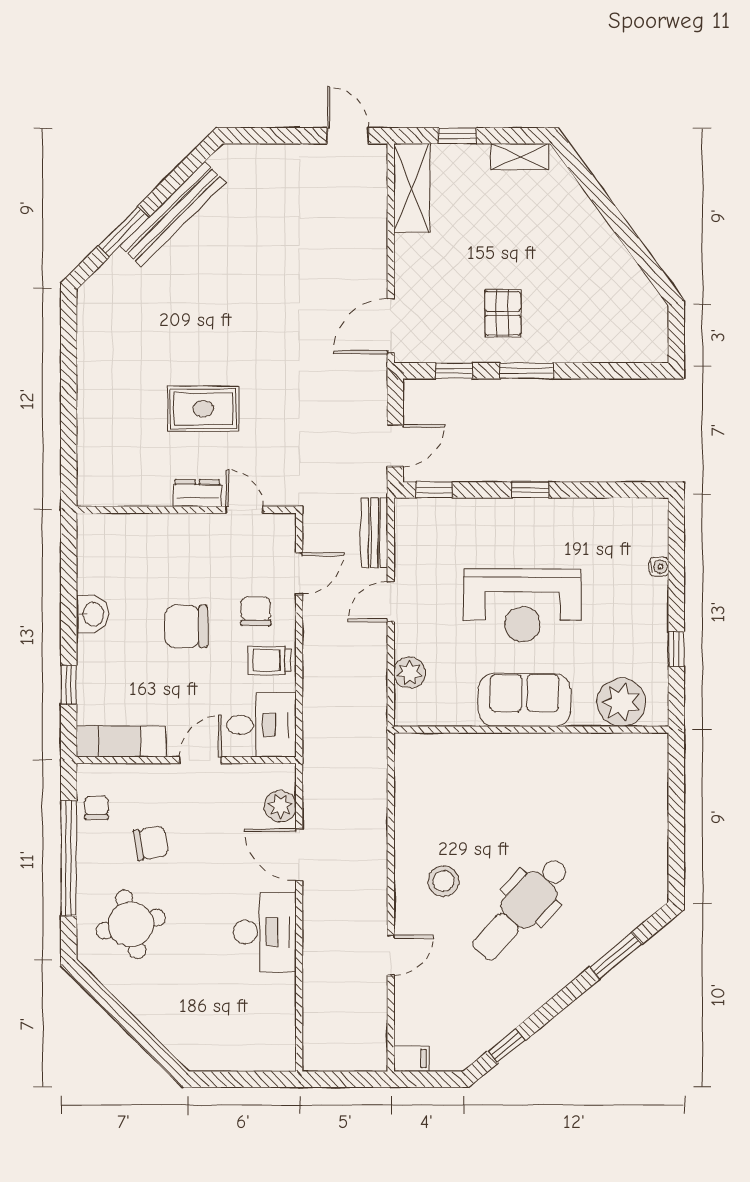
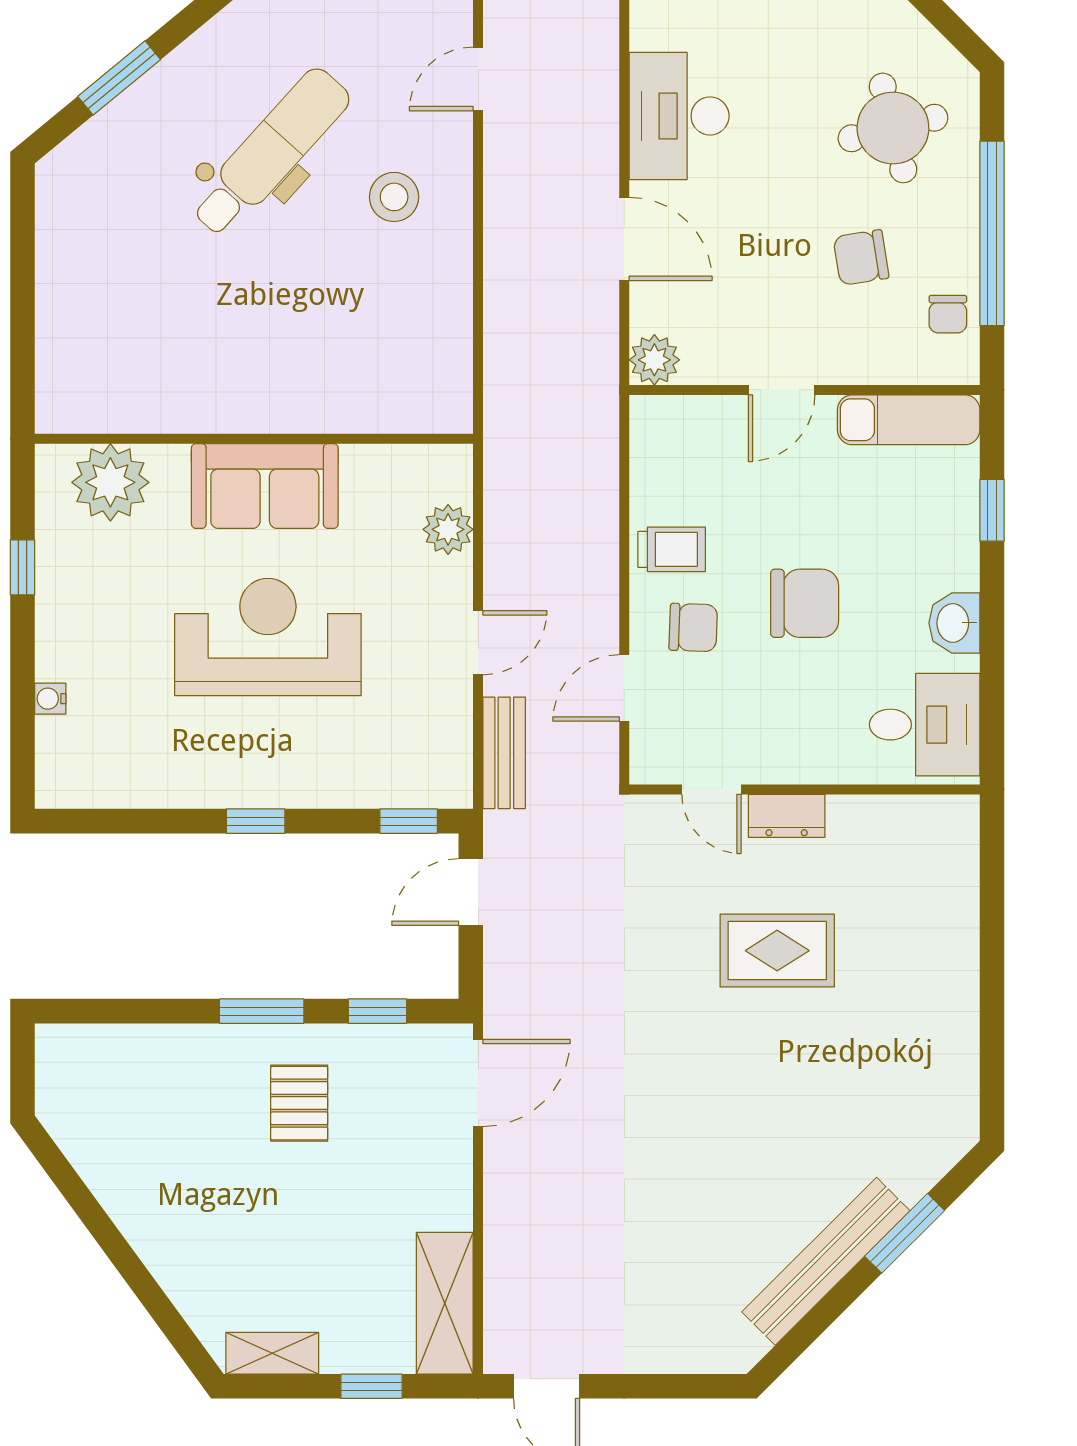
chair: (256, 611) -> (693, 628), turned -88
desk: (261, 725) -> (925, 725), moved, turned 180
plant: (280, 806) -> (654, 360), moved

